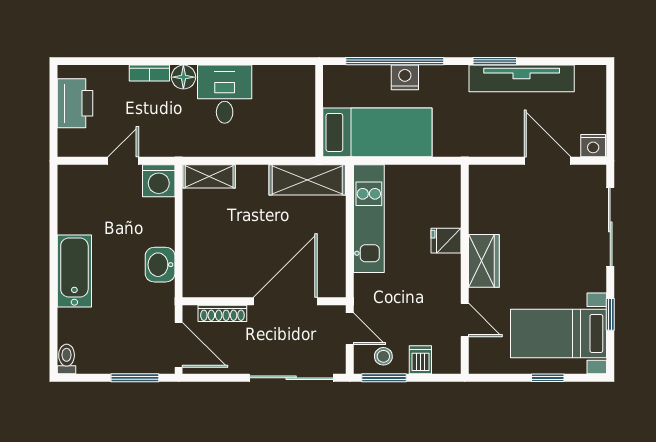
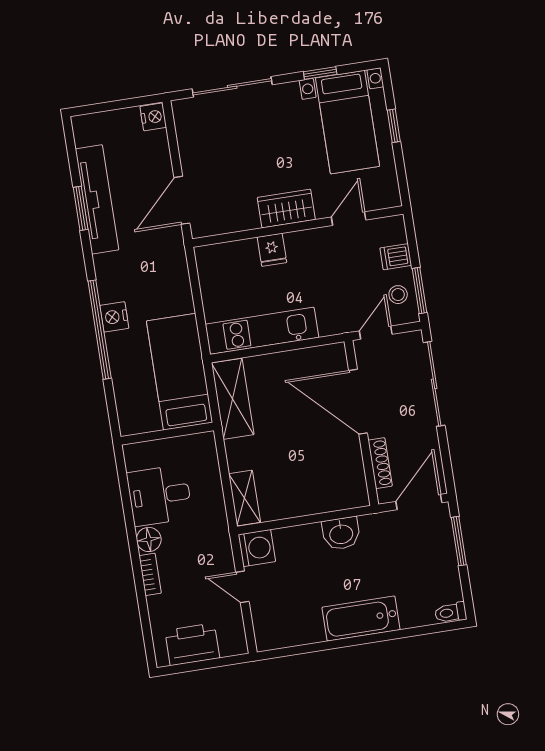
window: (495, 61) -> (81, 208), moved
wall: (319, 111) -> (167, 434), moved
bed: (377, 132) -> (180, 372), moved
door: (547, 161) -> (182, 200), moved

